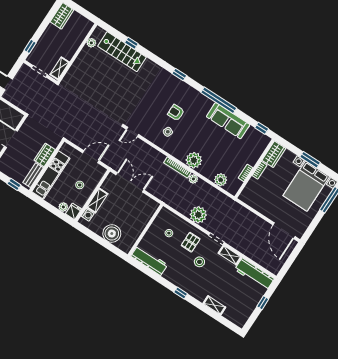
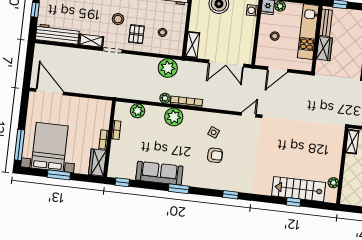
window: (219, 100) -> (179, 189), width x0.47
shelving: (97, 201) -> (193, 45), moved
plant: (198, 215) -> (168, 68), moved

